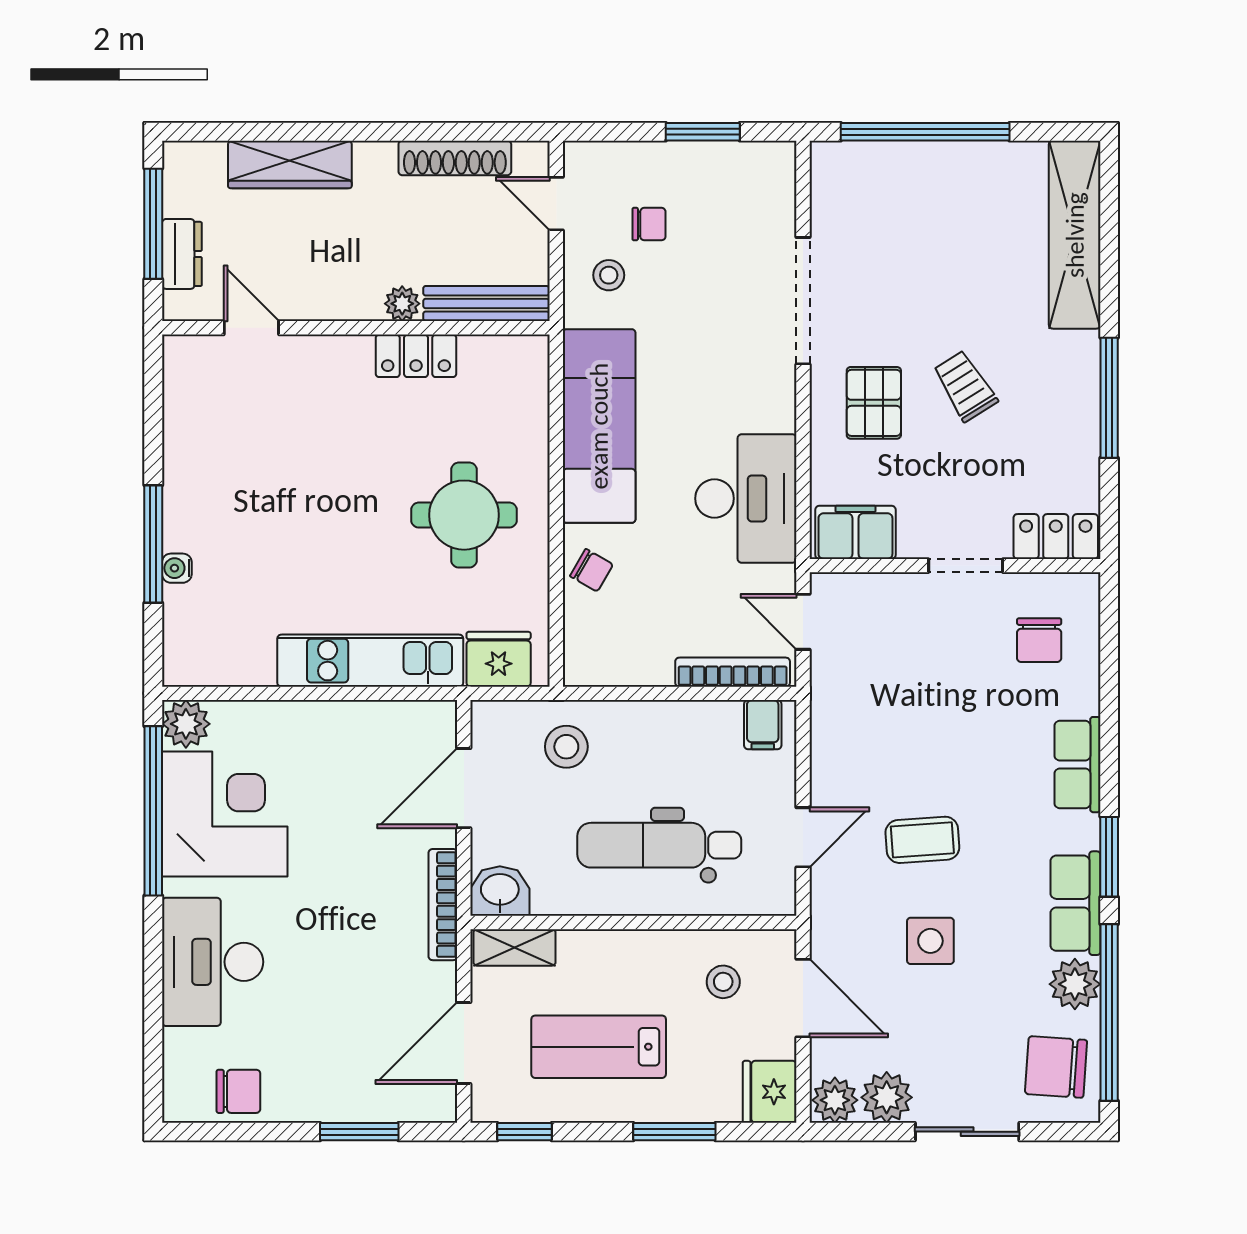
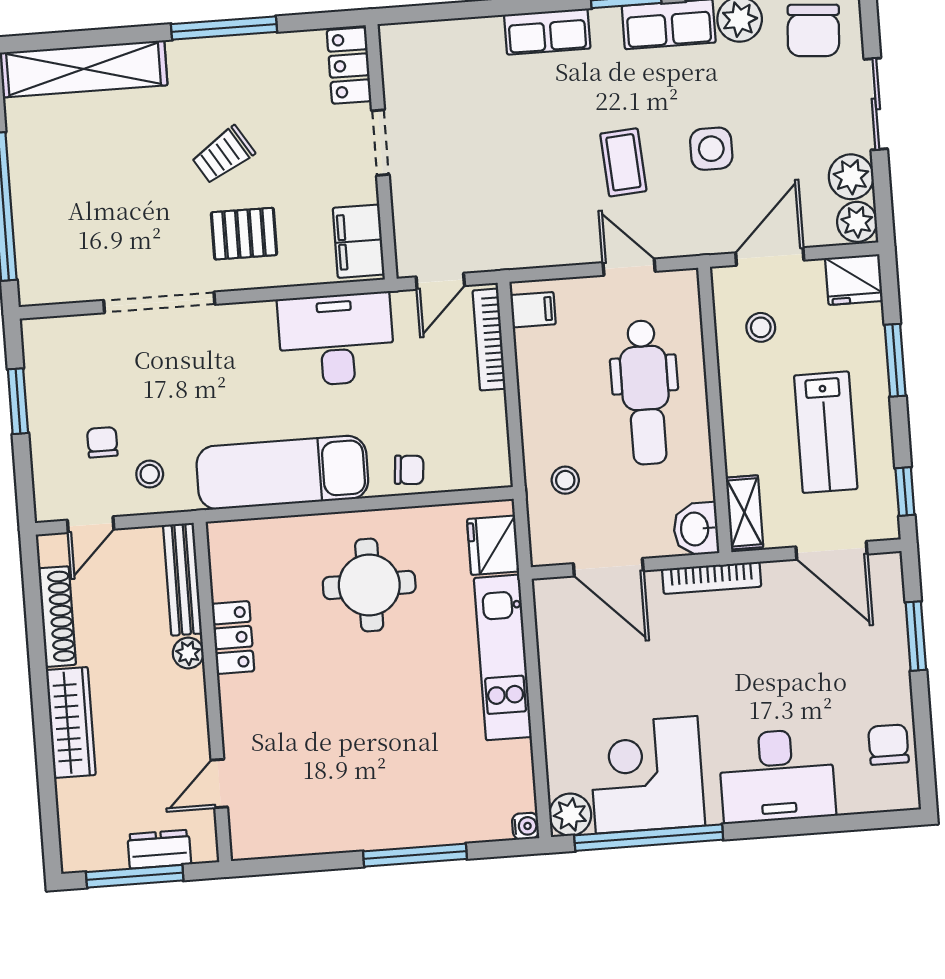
wardrobe: (290, 164) -> (71, 722), moved
water cooler: (177, 568) -> (526, 826), moved, turned -90
chair: (591, 570) -> (409, 470), turned 65
chair: (1039, 640) -> (441, 73), removed
stool: (566, 747) -> (565, 480), width x0.73, depth x0.73

